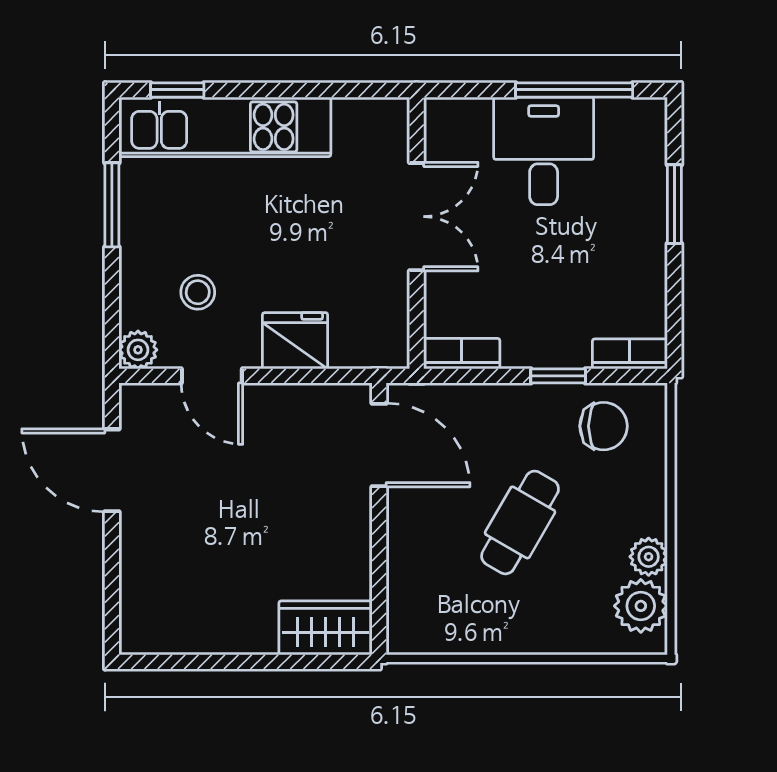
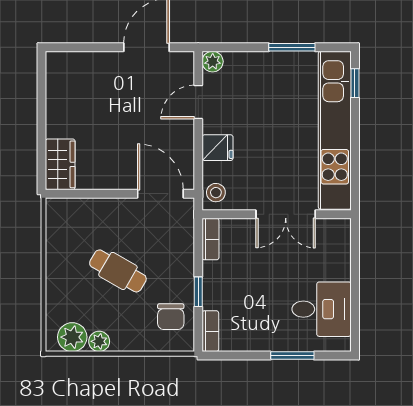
window: (574, 90) -> (355, 301), removed
kitchen unit: (225, 127) -> (335, 130), width x1.36
desk: (544, 151) -> (322, 309), moved
stool: (198, 292) -> (216, 193), moved
fridge: (295, 341) -> (218, 148), width x0.72
door: (379, 445) -> (160, 194), swing flipped

